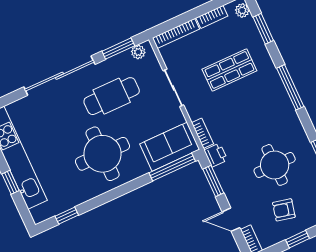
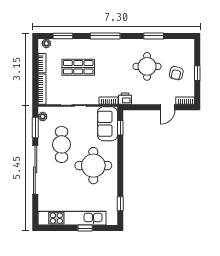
shop shelf: (229, 70) -> (78, 67), turned 90
window: (172, 167) -> (120, 128), width x0.46
window: (213, 181) -> (140, 107), removed

